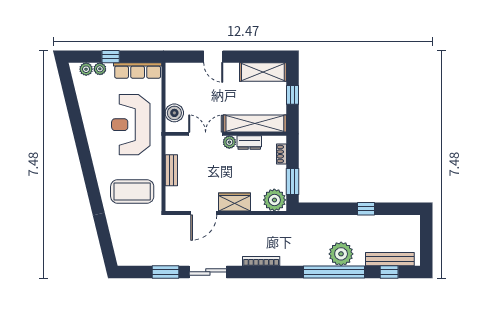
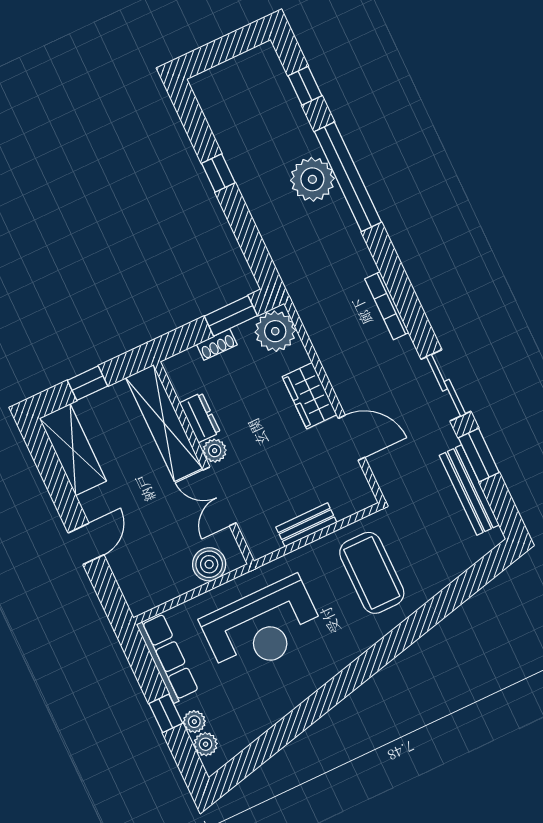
shoe rack: (281, 154) -> (217, 345), moved
bench: (390, 259) -> (469, 490), moved

